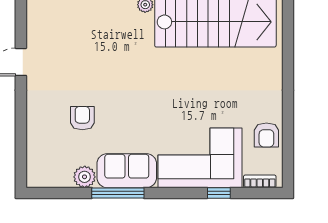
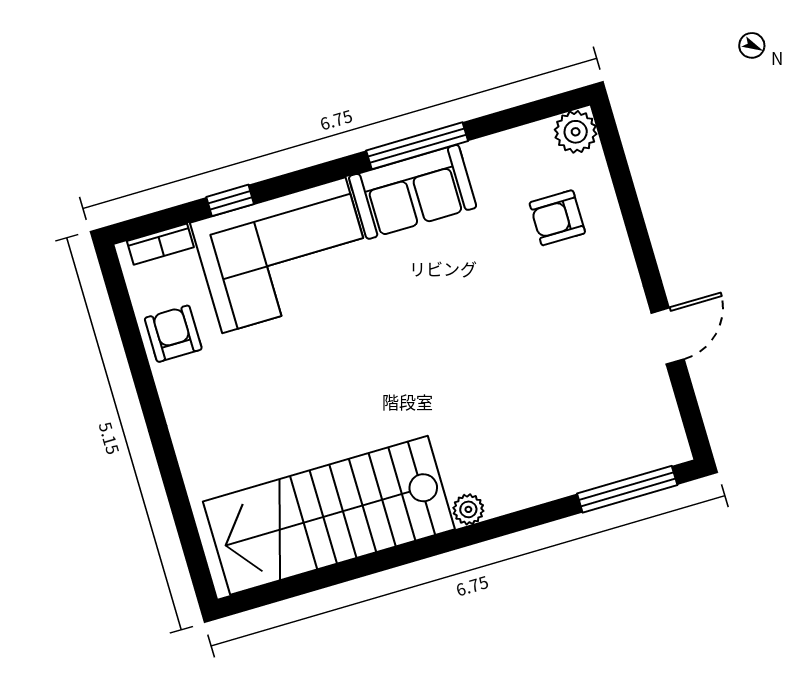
armchair: (82, 118) -> (557, 218), moved, turned 90
plant: (85, 177) -> (576, 132), moved

